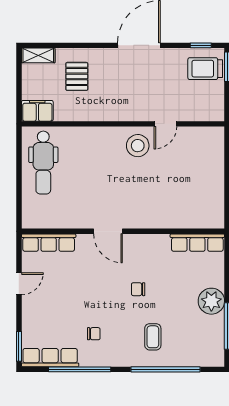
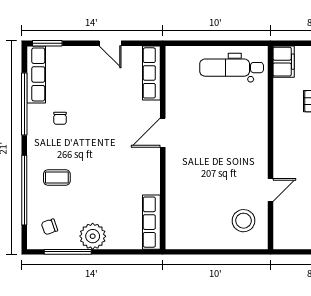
door: (165, 124) -> (270, 190), swing flipped
stool: (138, 146) -> (244, 221), moved
chair: (138, 289) -> (49, 227), moved, turned -109

